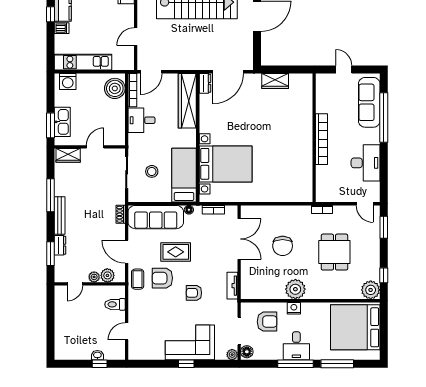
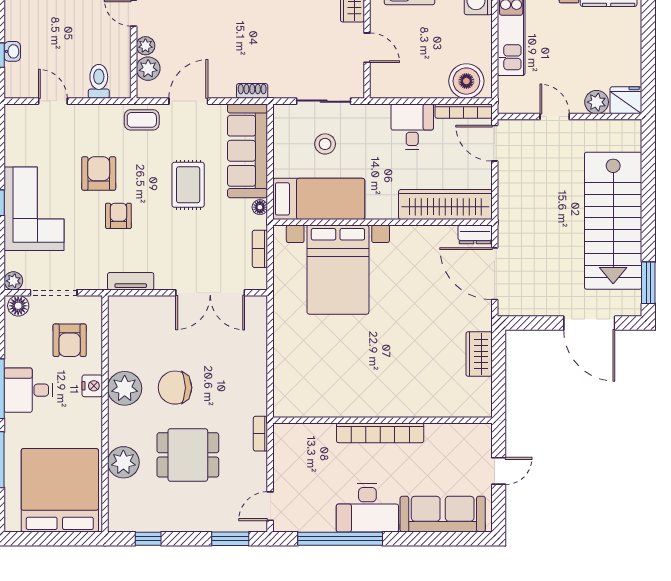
plant: (127, 12) -> (597, 102), added
window: (384, 117) -> (340, 539), moved
desk: (366, 163) -> (367, 508), moved
chair: (283, 246) -> (175, 388), moved
armchair: (162, 278) -> (99, 173), moved
plant: (371, 290) -> (123, 462), moved

